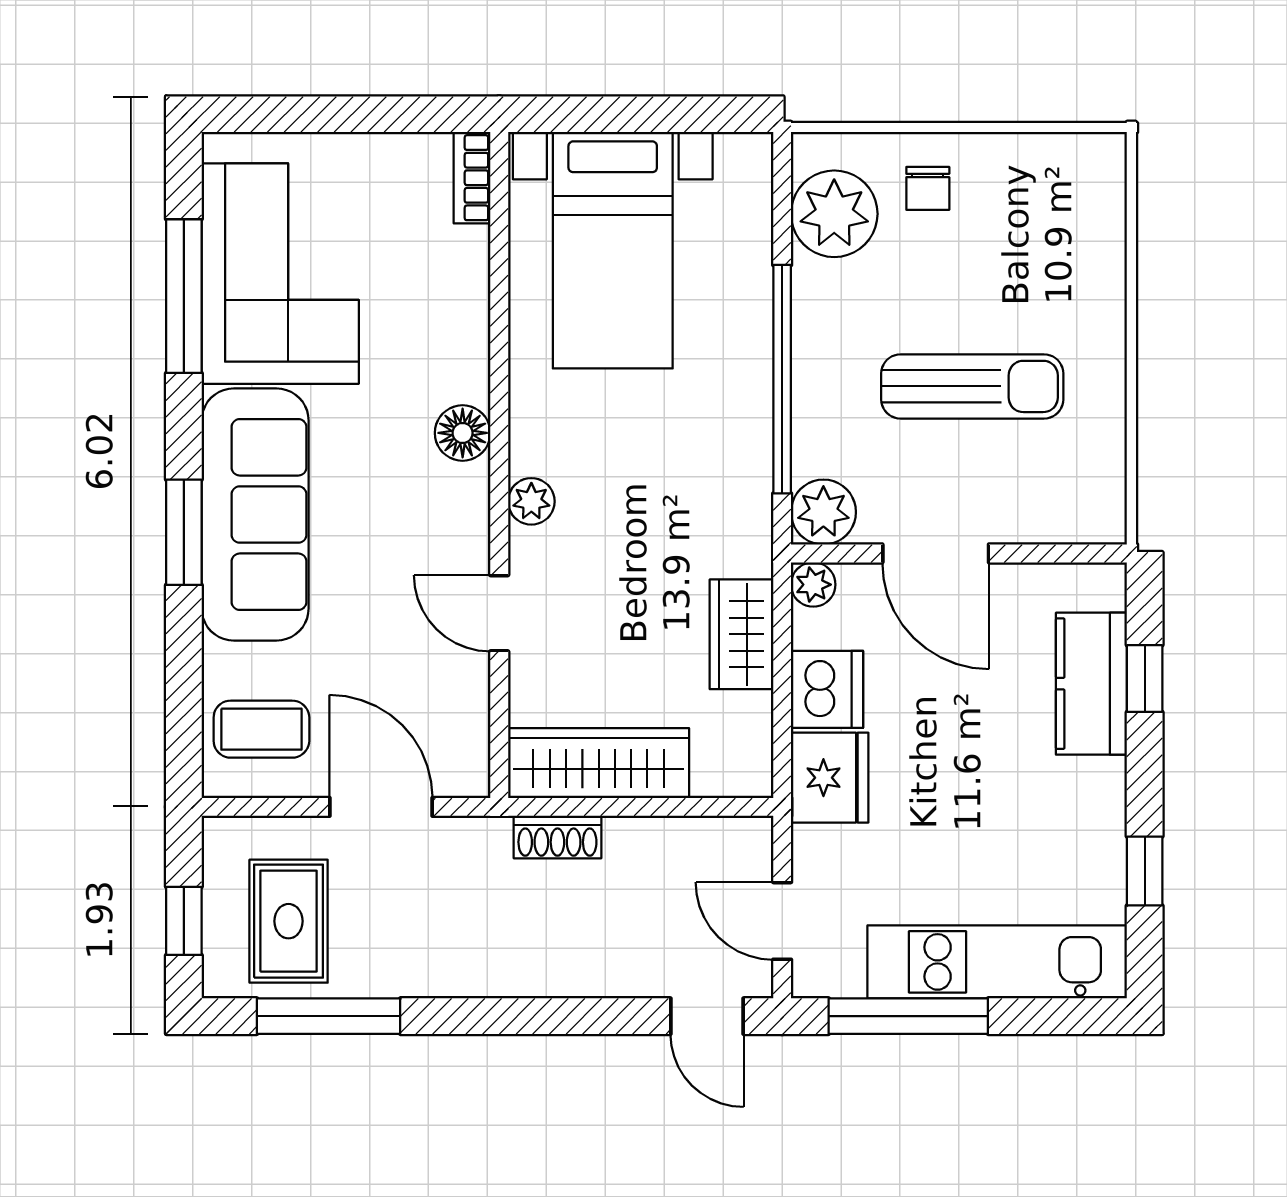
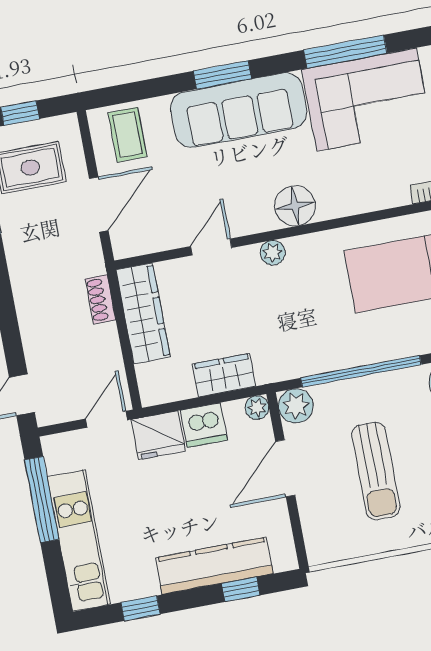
floor lamp: (463, 433) -> (295, 206), width x1.38, depth x1.38
kitchen counter: (1091, 684) -> (214, 566), width x1.50
door: (782, 921) -> (106, 419), moved

